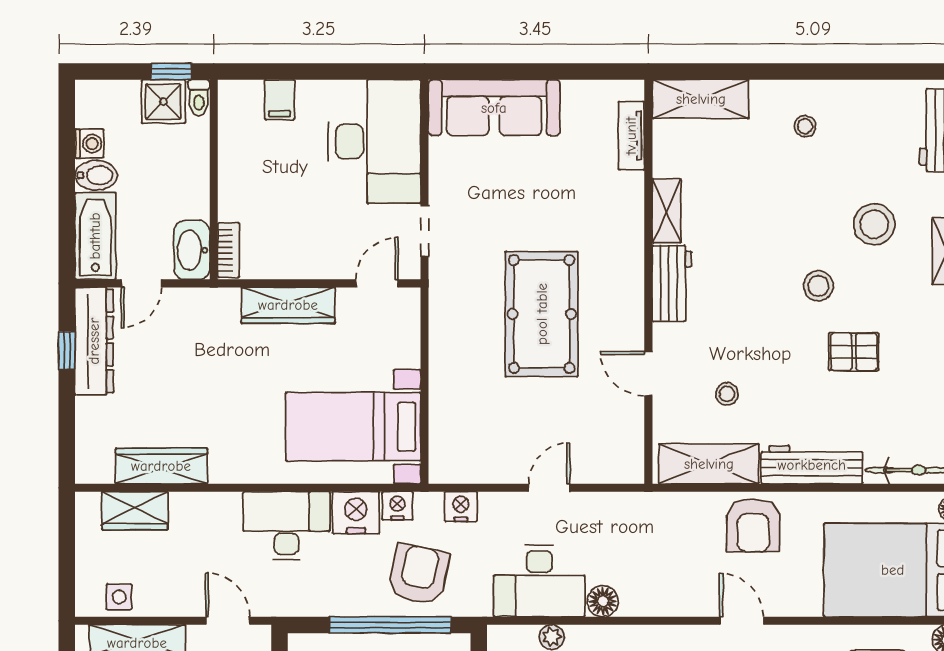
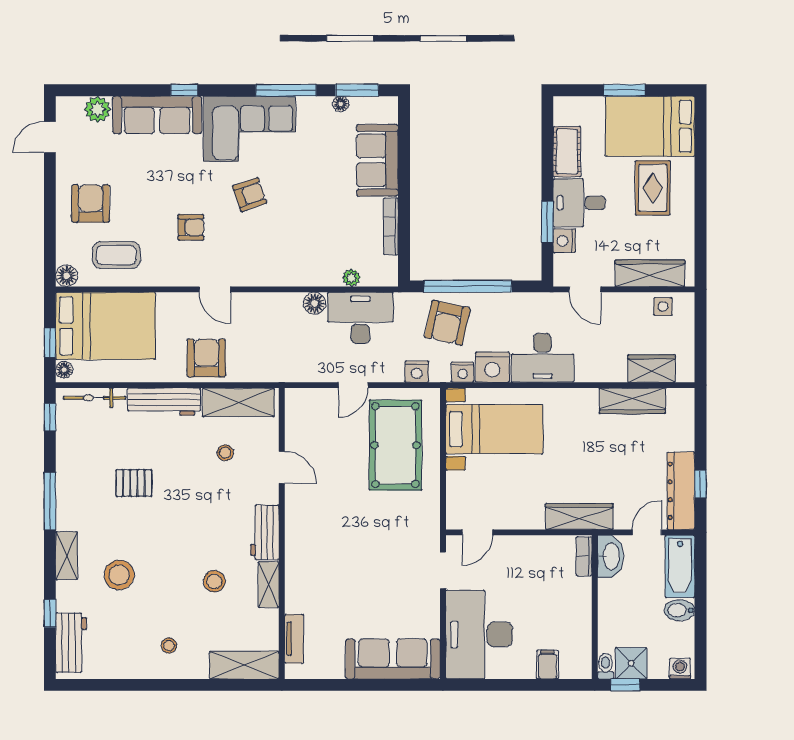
washing machine: (89, 144) -> (680, 669), moved, turned 90
stool: (818, 286) -> (214, 581), moved
wardrobe: (288, 305) -> (579, 516), moved
pool table: (542, 314) -> (395, 445), moved

